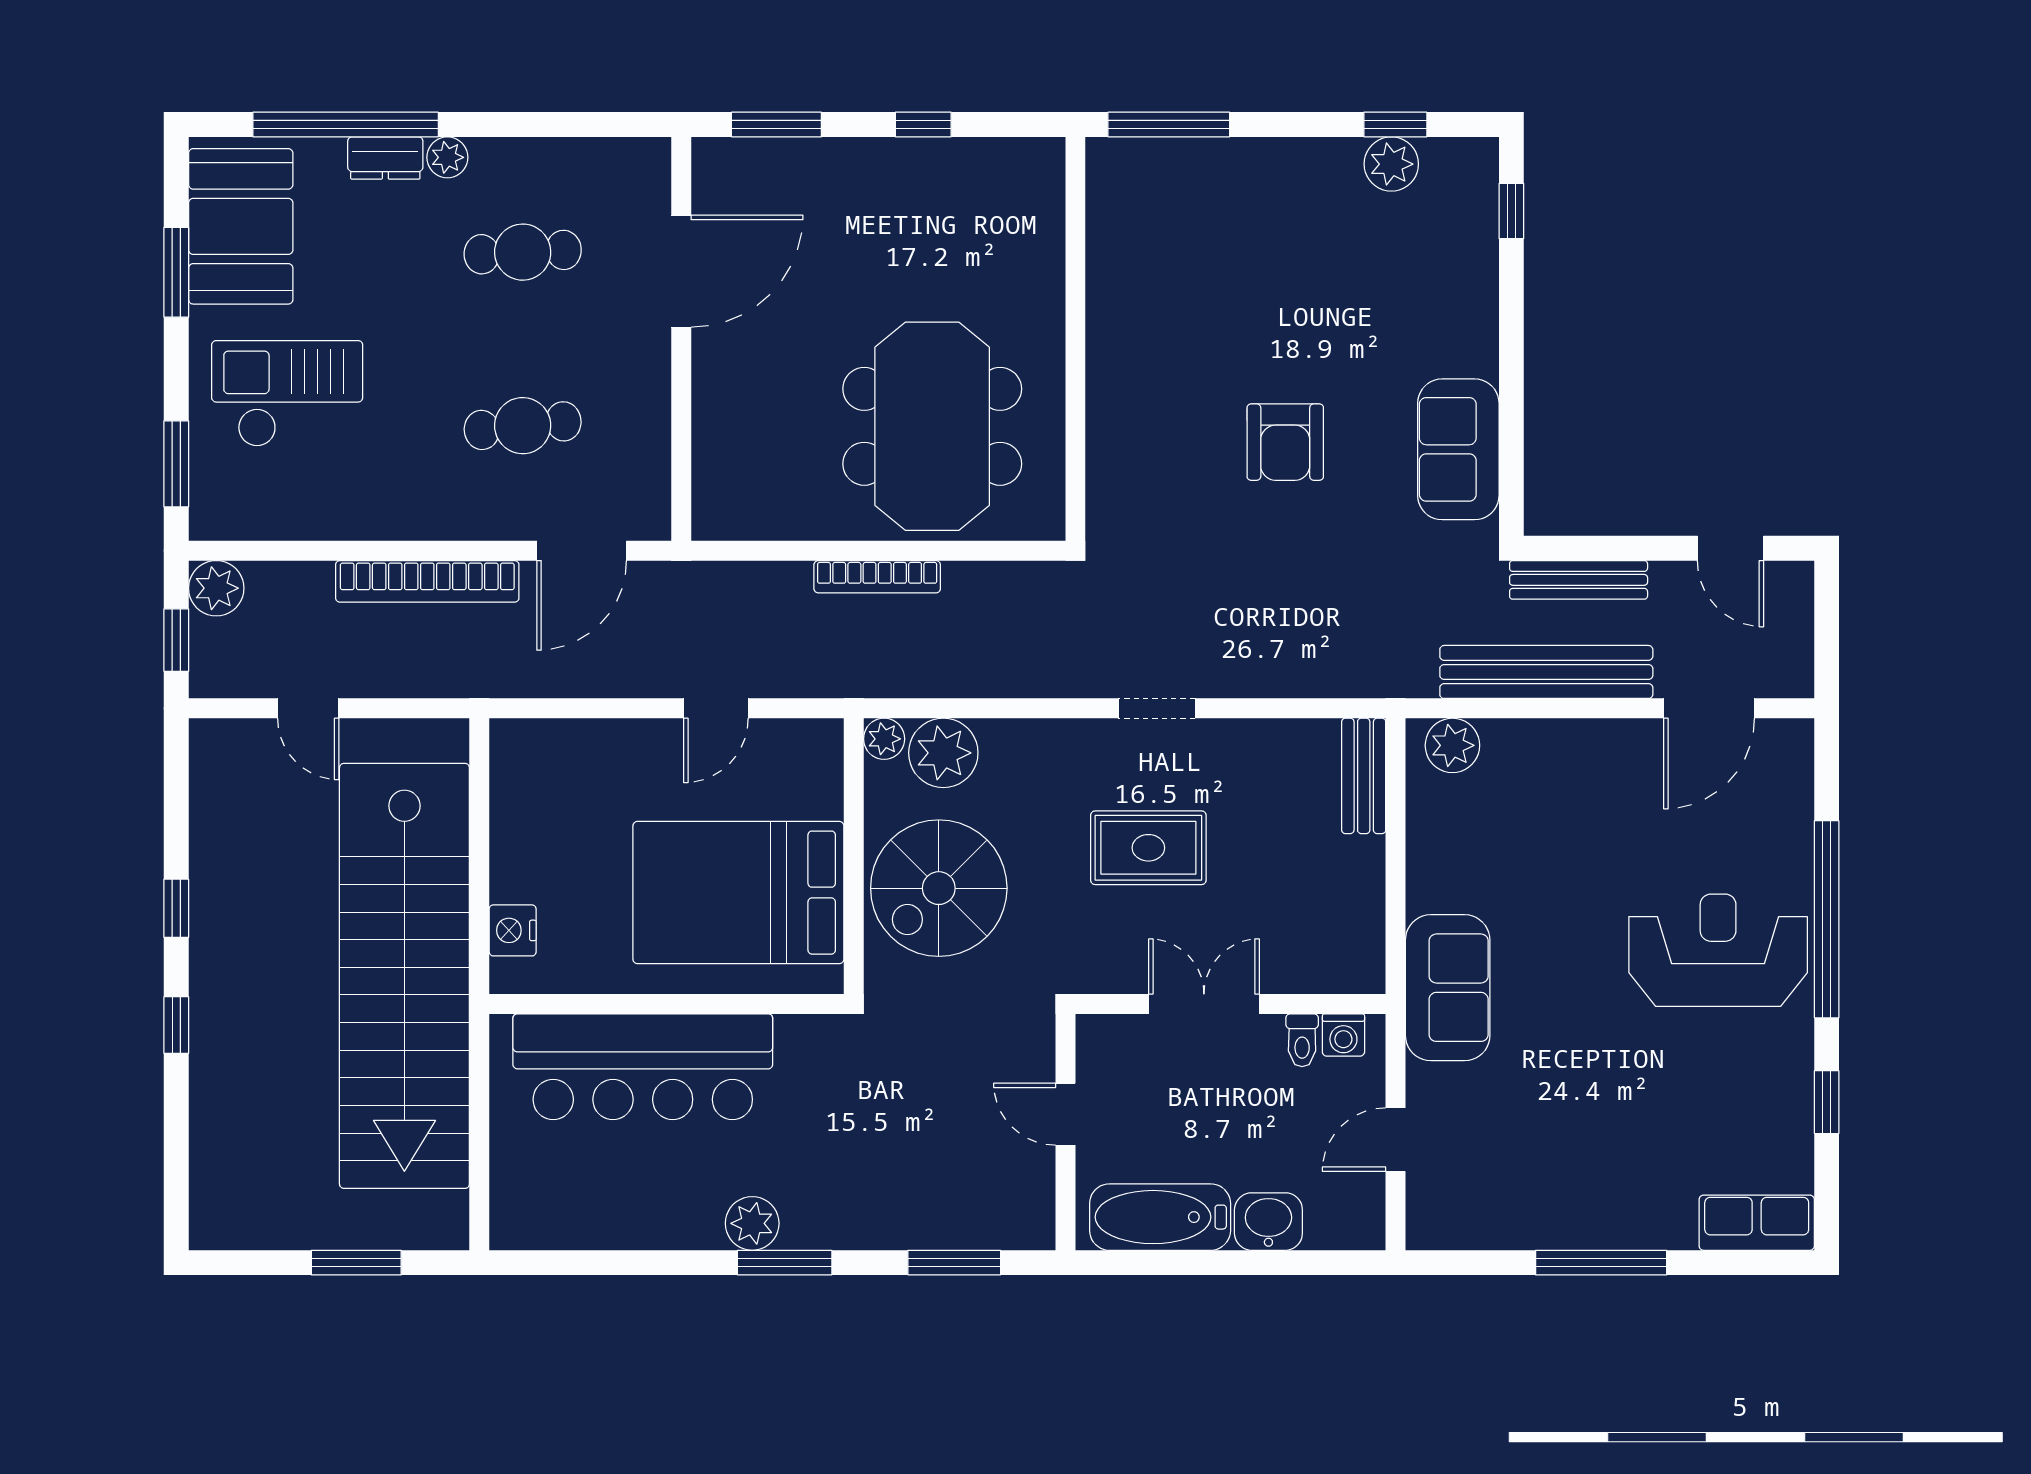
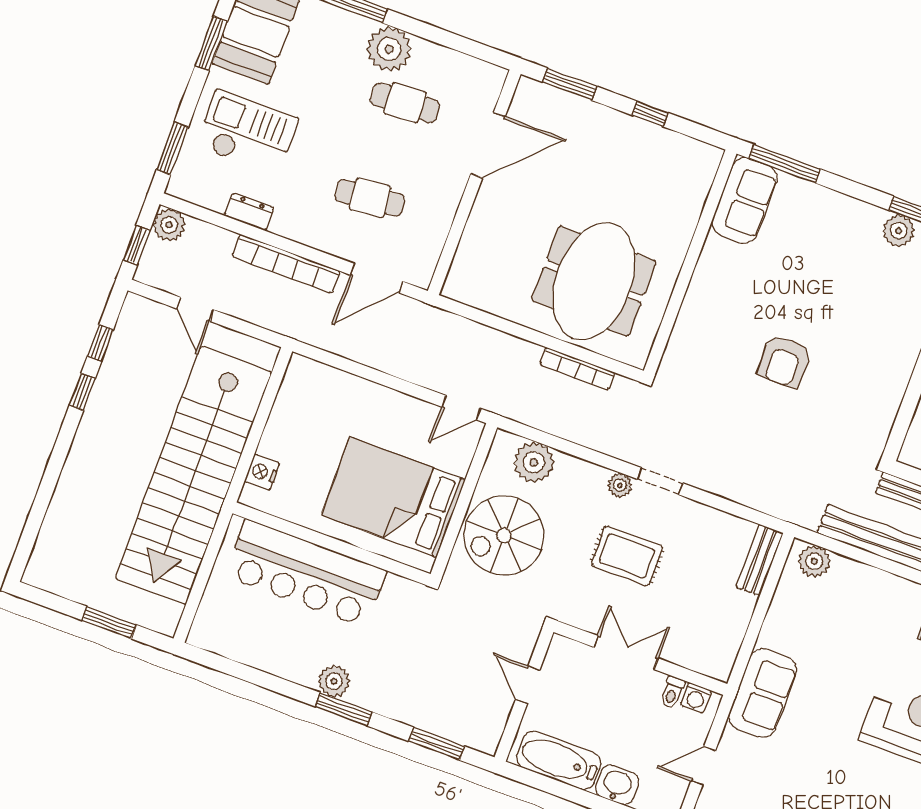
plant: (447, 157) -> (389, 49), width x1.88, depth x1.88
dresser: (385, 158) -> (249, 212), moved, turned 180
sofa: (1458, 449) -> (744, 200), moved, turned 180
bookcase: (877, 577) -> (577, 369), moved
door: (716, 708) -> (461, 408), moved
plant: (884, 739) -> (620, 485), moved
window: (176, 1025) -> (100, 343), moved

